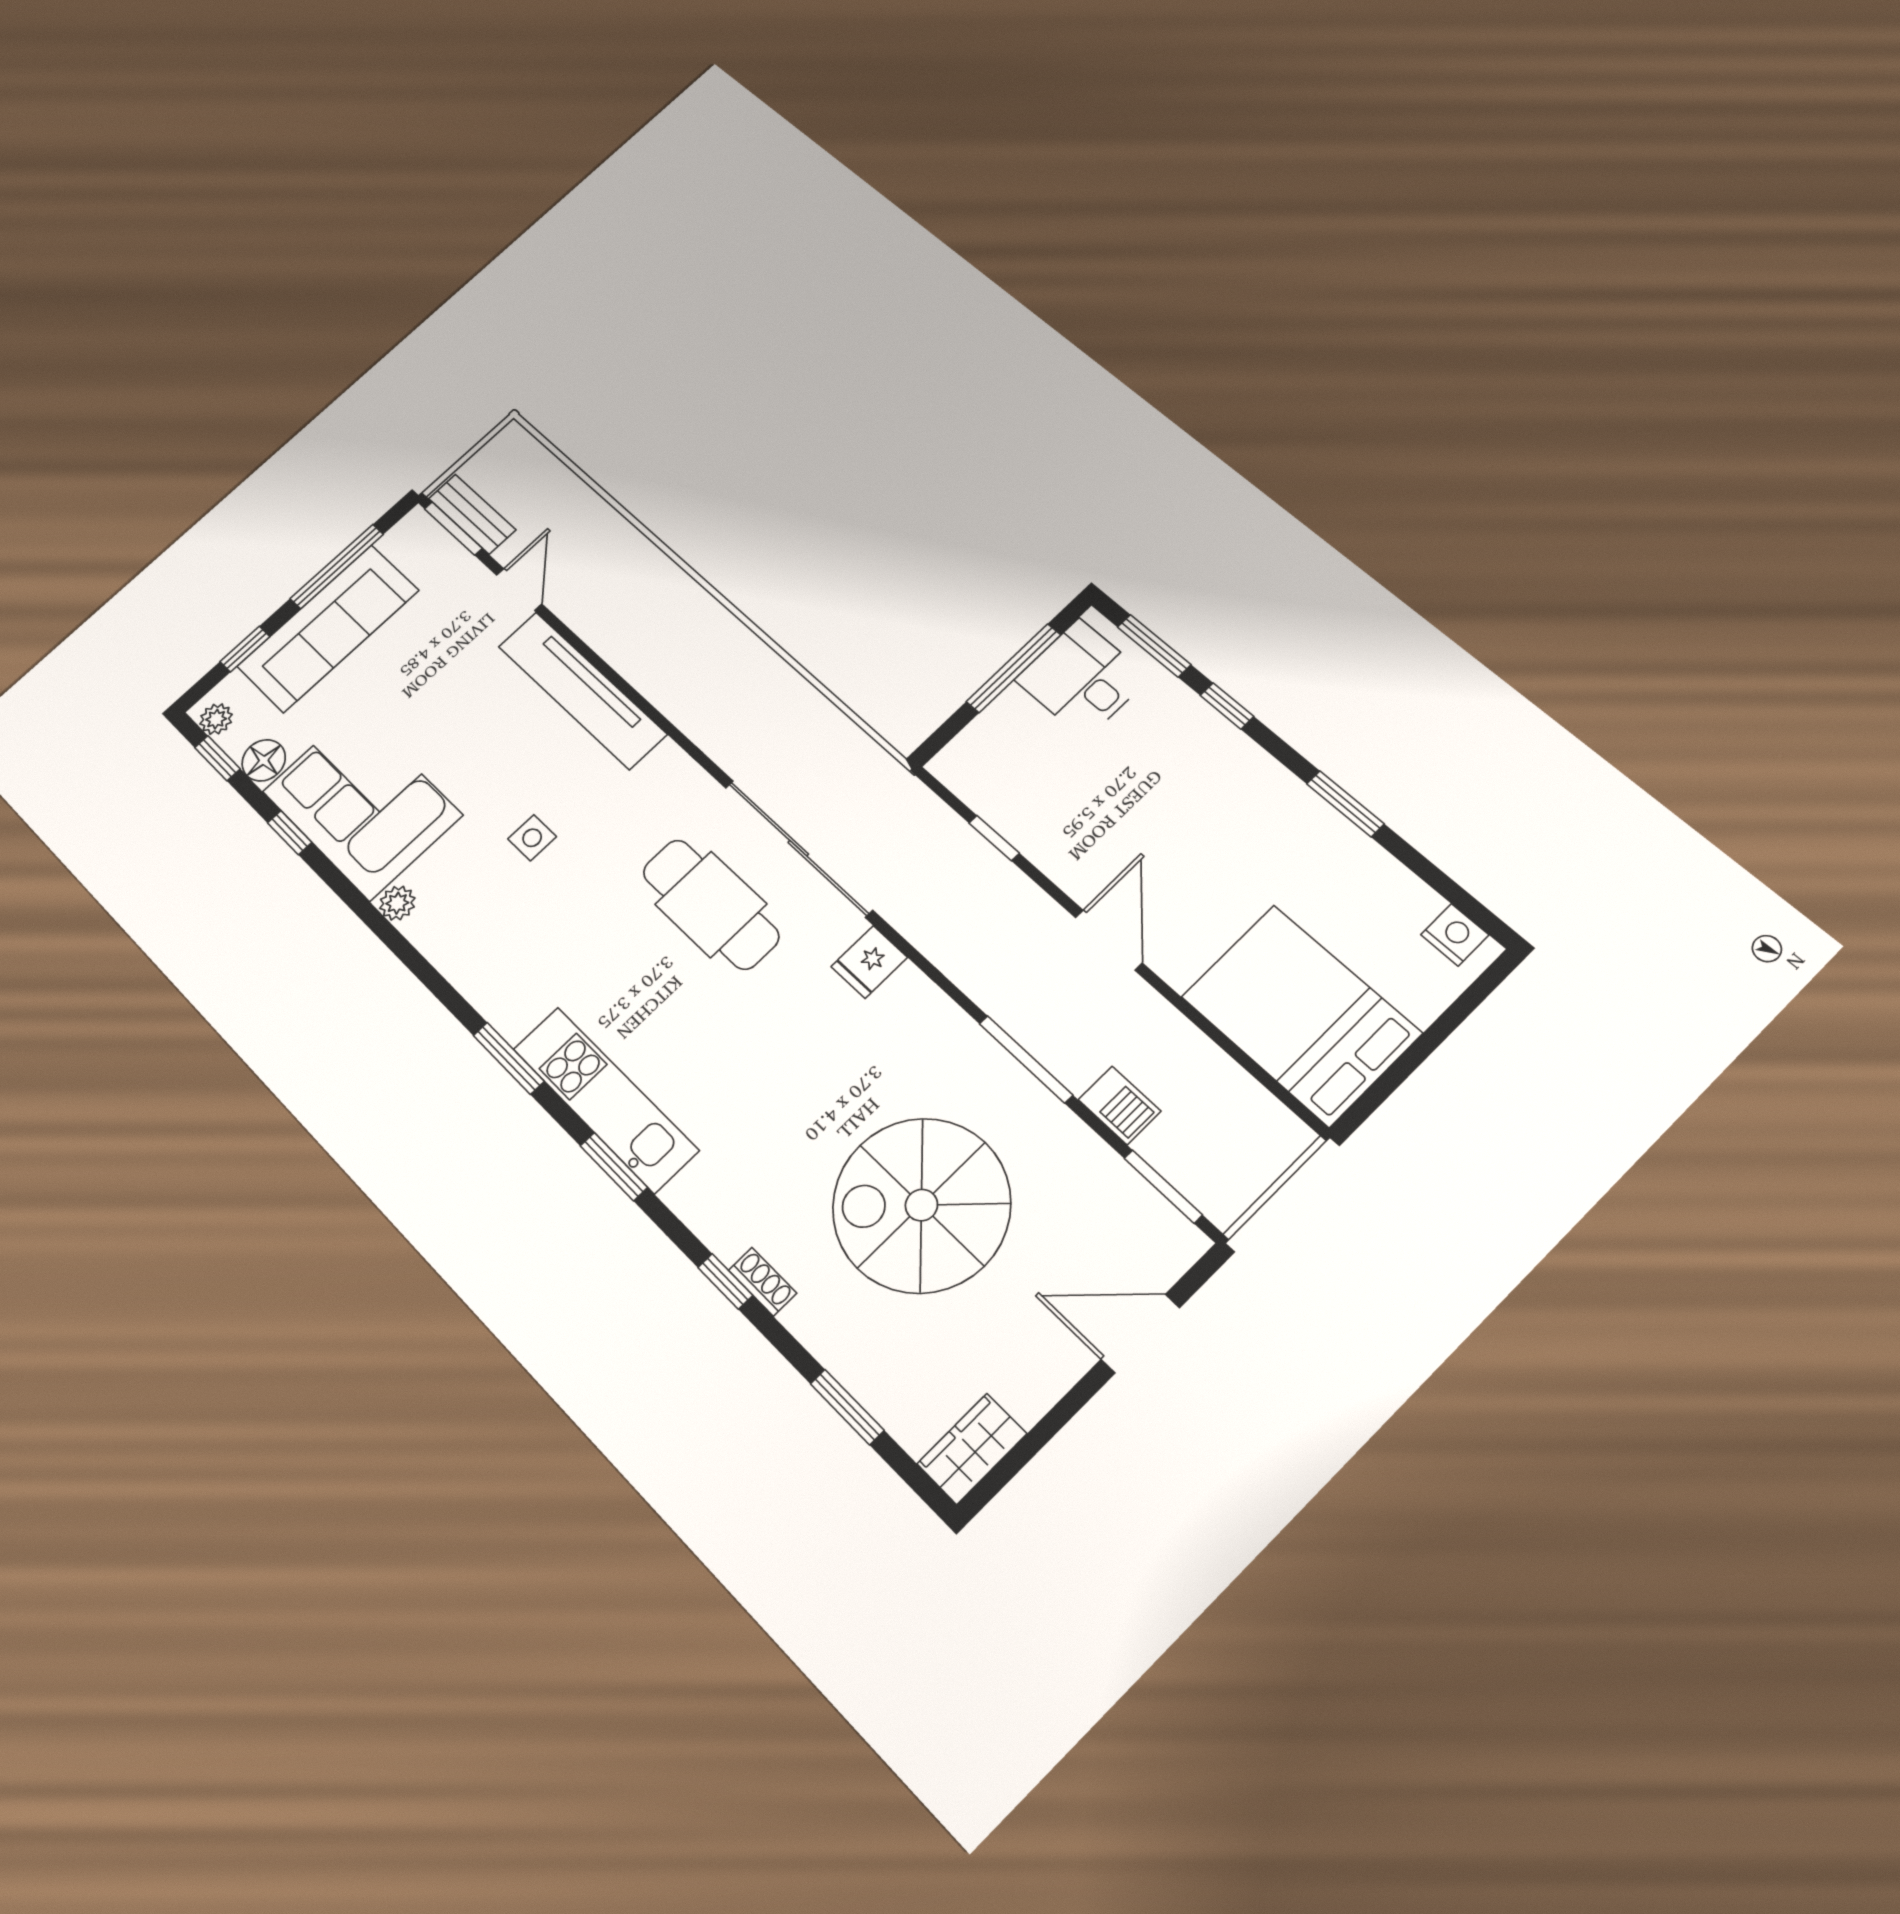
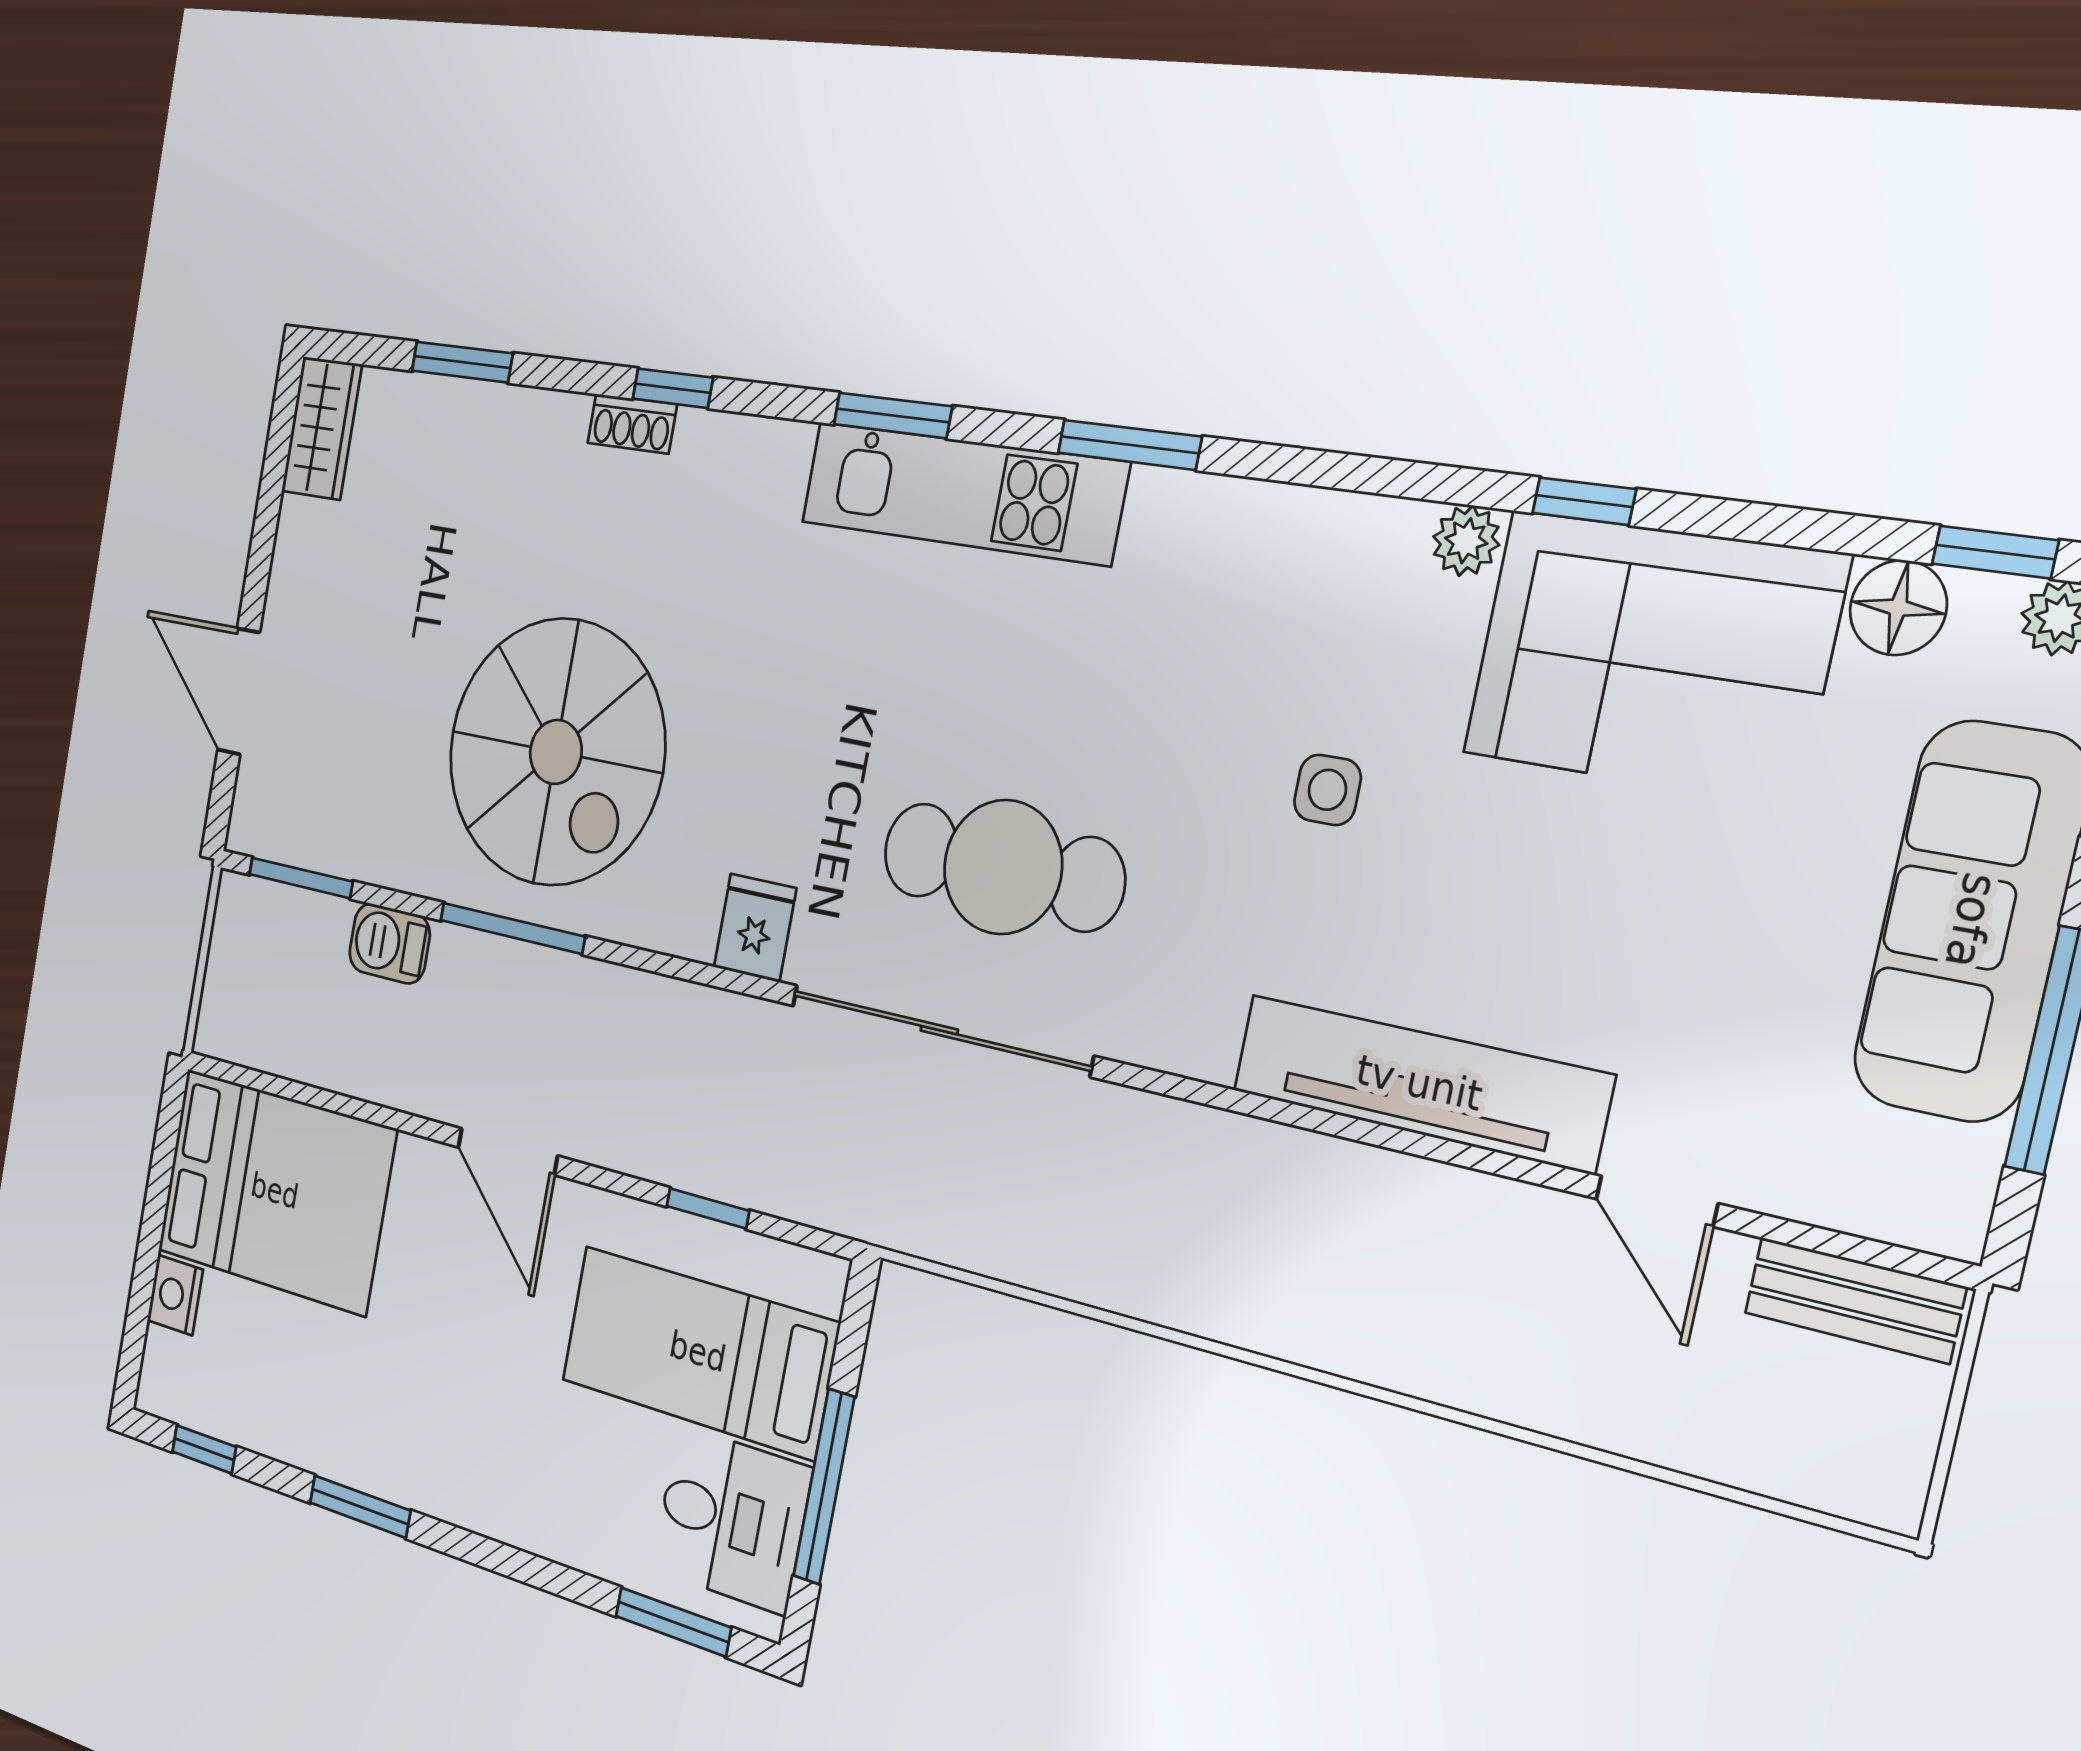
window: (453, 528) -> (1871, 1252), removed
window: (1227, 706) -> (204, 1449), moved
bed: (1048, 770) -> (698, 1352), added
window: (290, 833) -> (1584, 501), moved
nightstand: (1455, 935) -> (175, 1295), moved, turned 90
spiral stairs: (921, 1205) -> (556, 752), moved, turned 90
door: (1140, 1334) -> (239, 691), swing flipped

